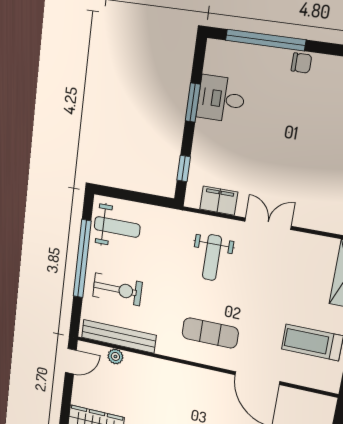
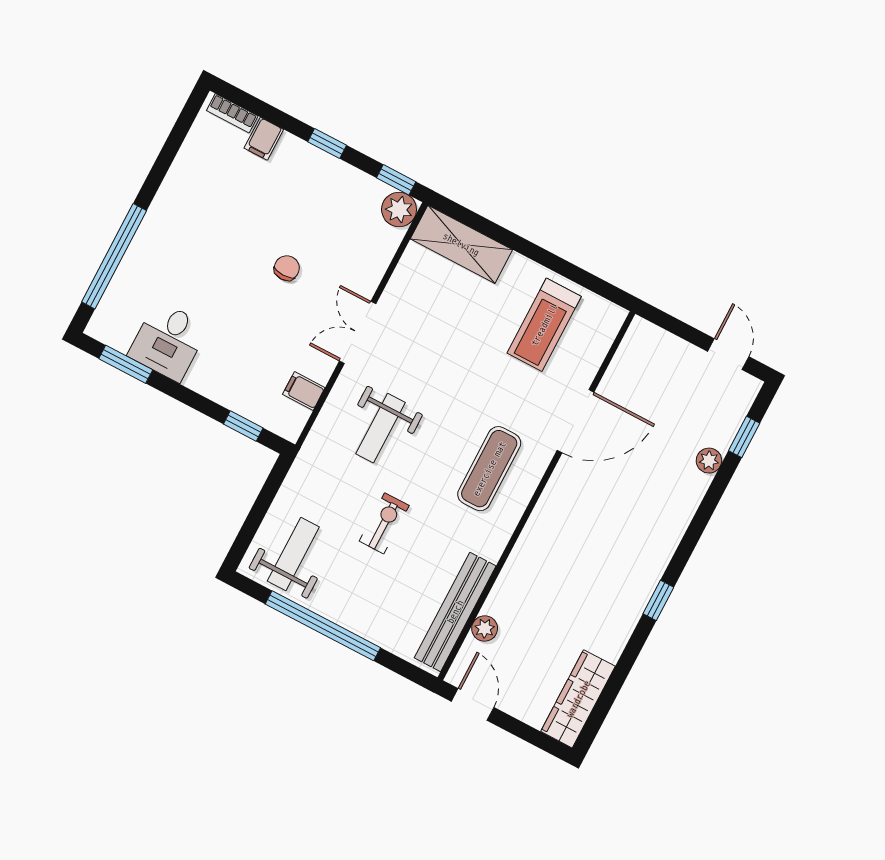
chair: (301, 63) -> (287, 268), moved
window: (193, 103) -> (126, 364), moved
filing cabinet: (219, 201) -> (304, 391), width x0.50
weight bench: (212, 258) -> (381, 428), turned 90
exercise bike: (117, 289) -> (384, 523), moved, width x0.73, depth x0.72

